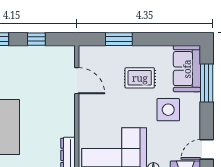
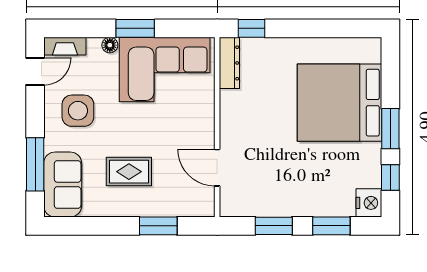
window: (36, 39) -> (274, 226), width x1.50
side table: (168, 110) -> (78, 111), moved

